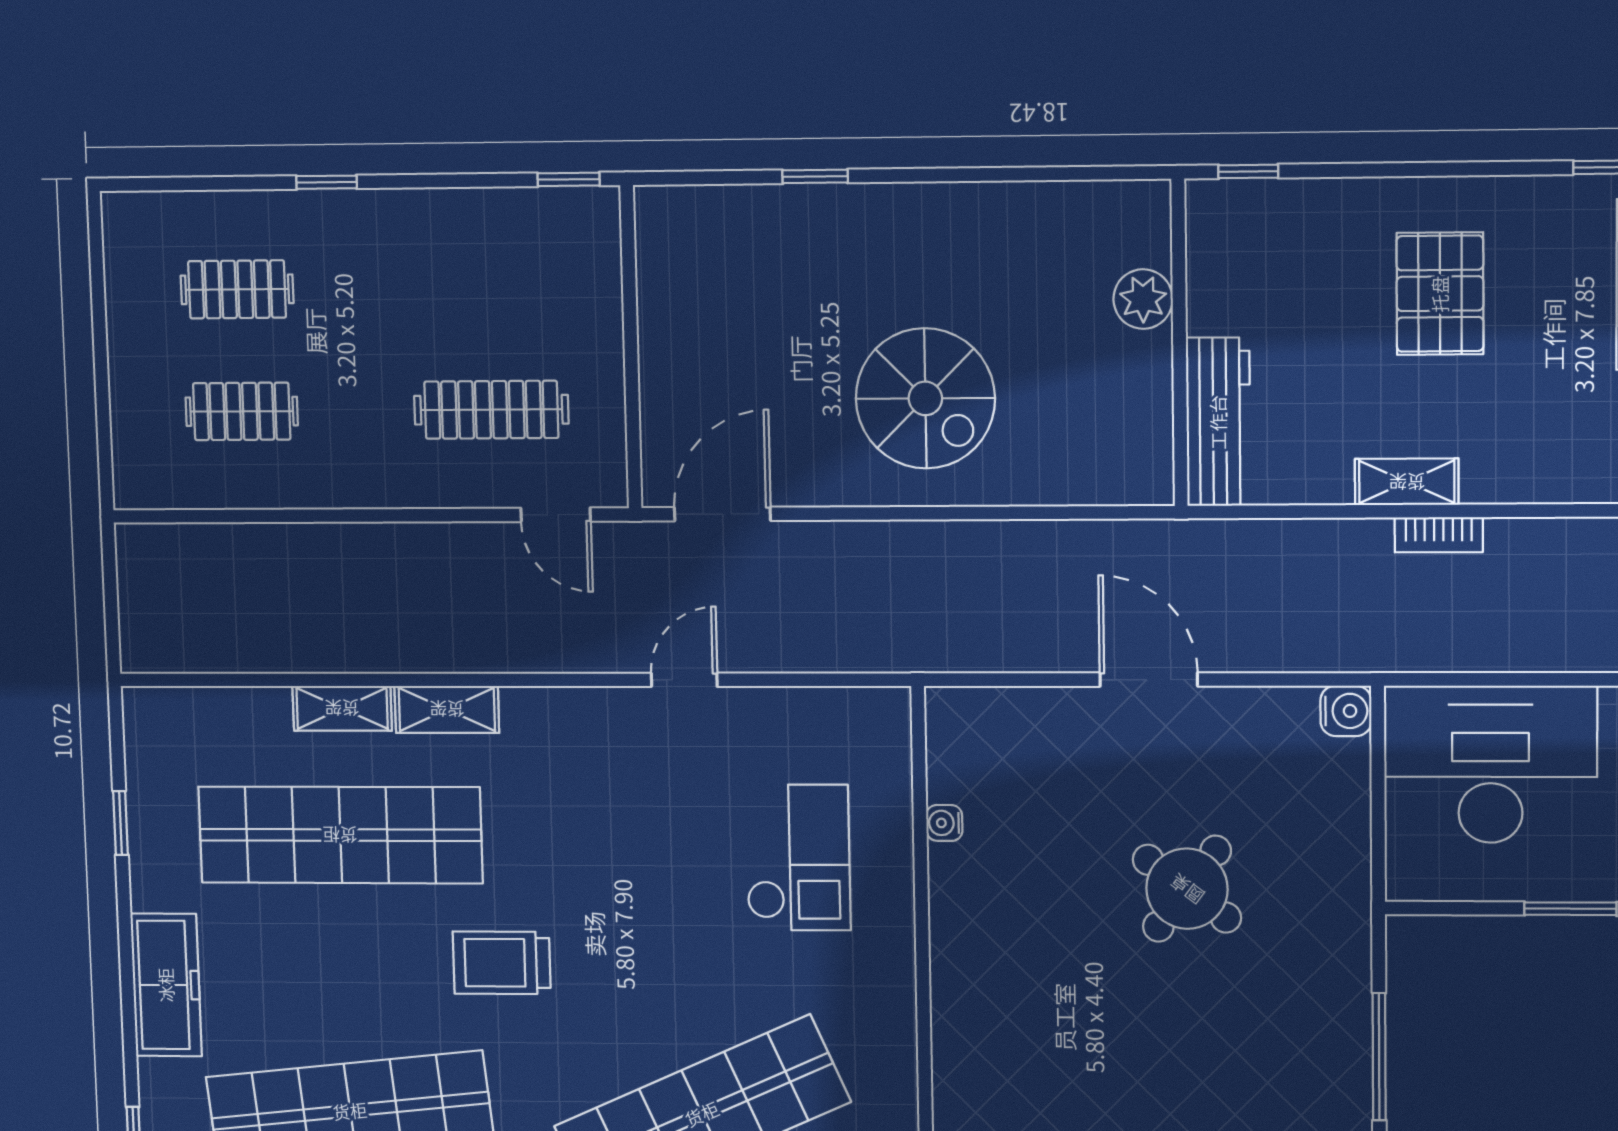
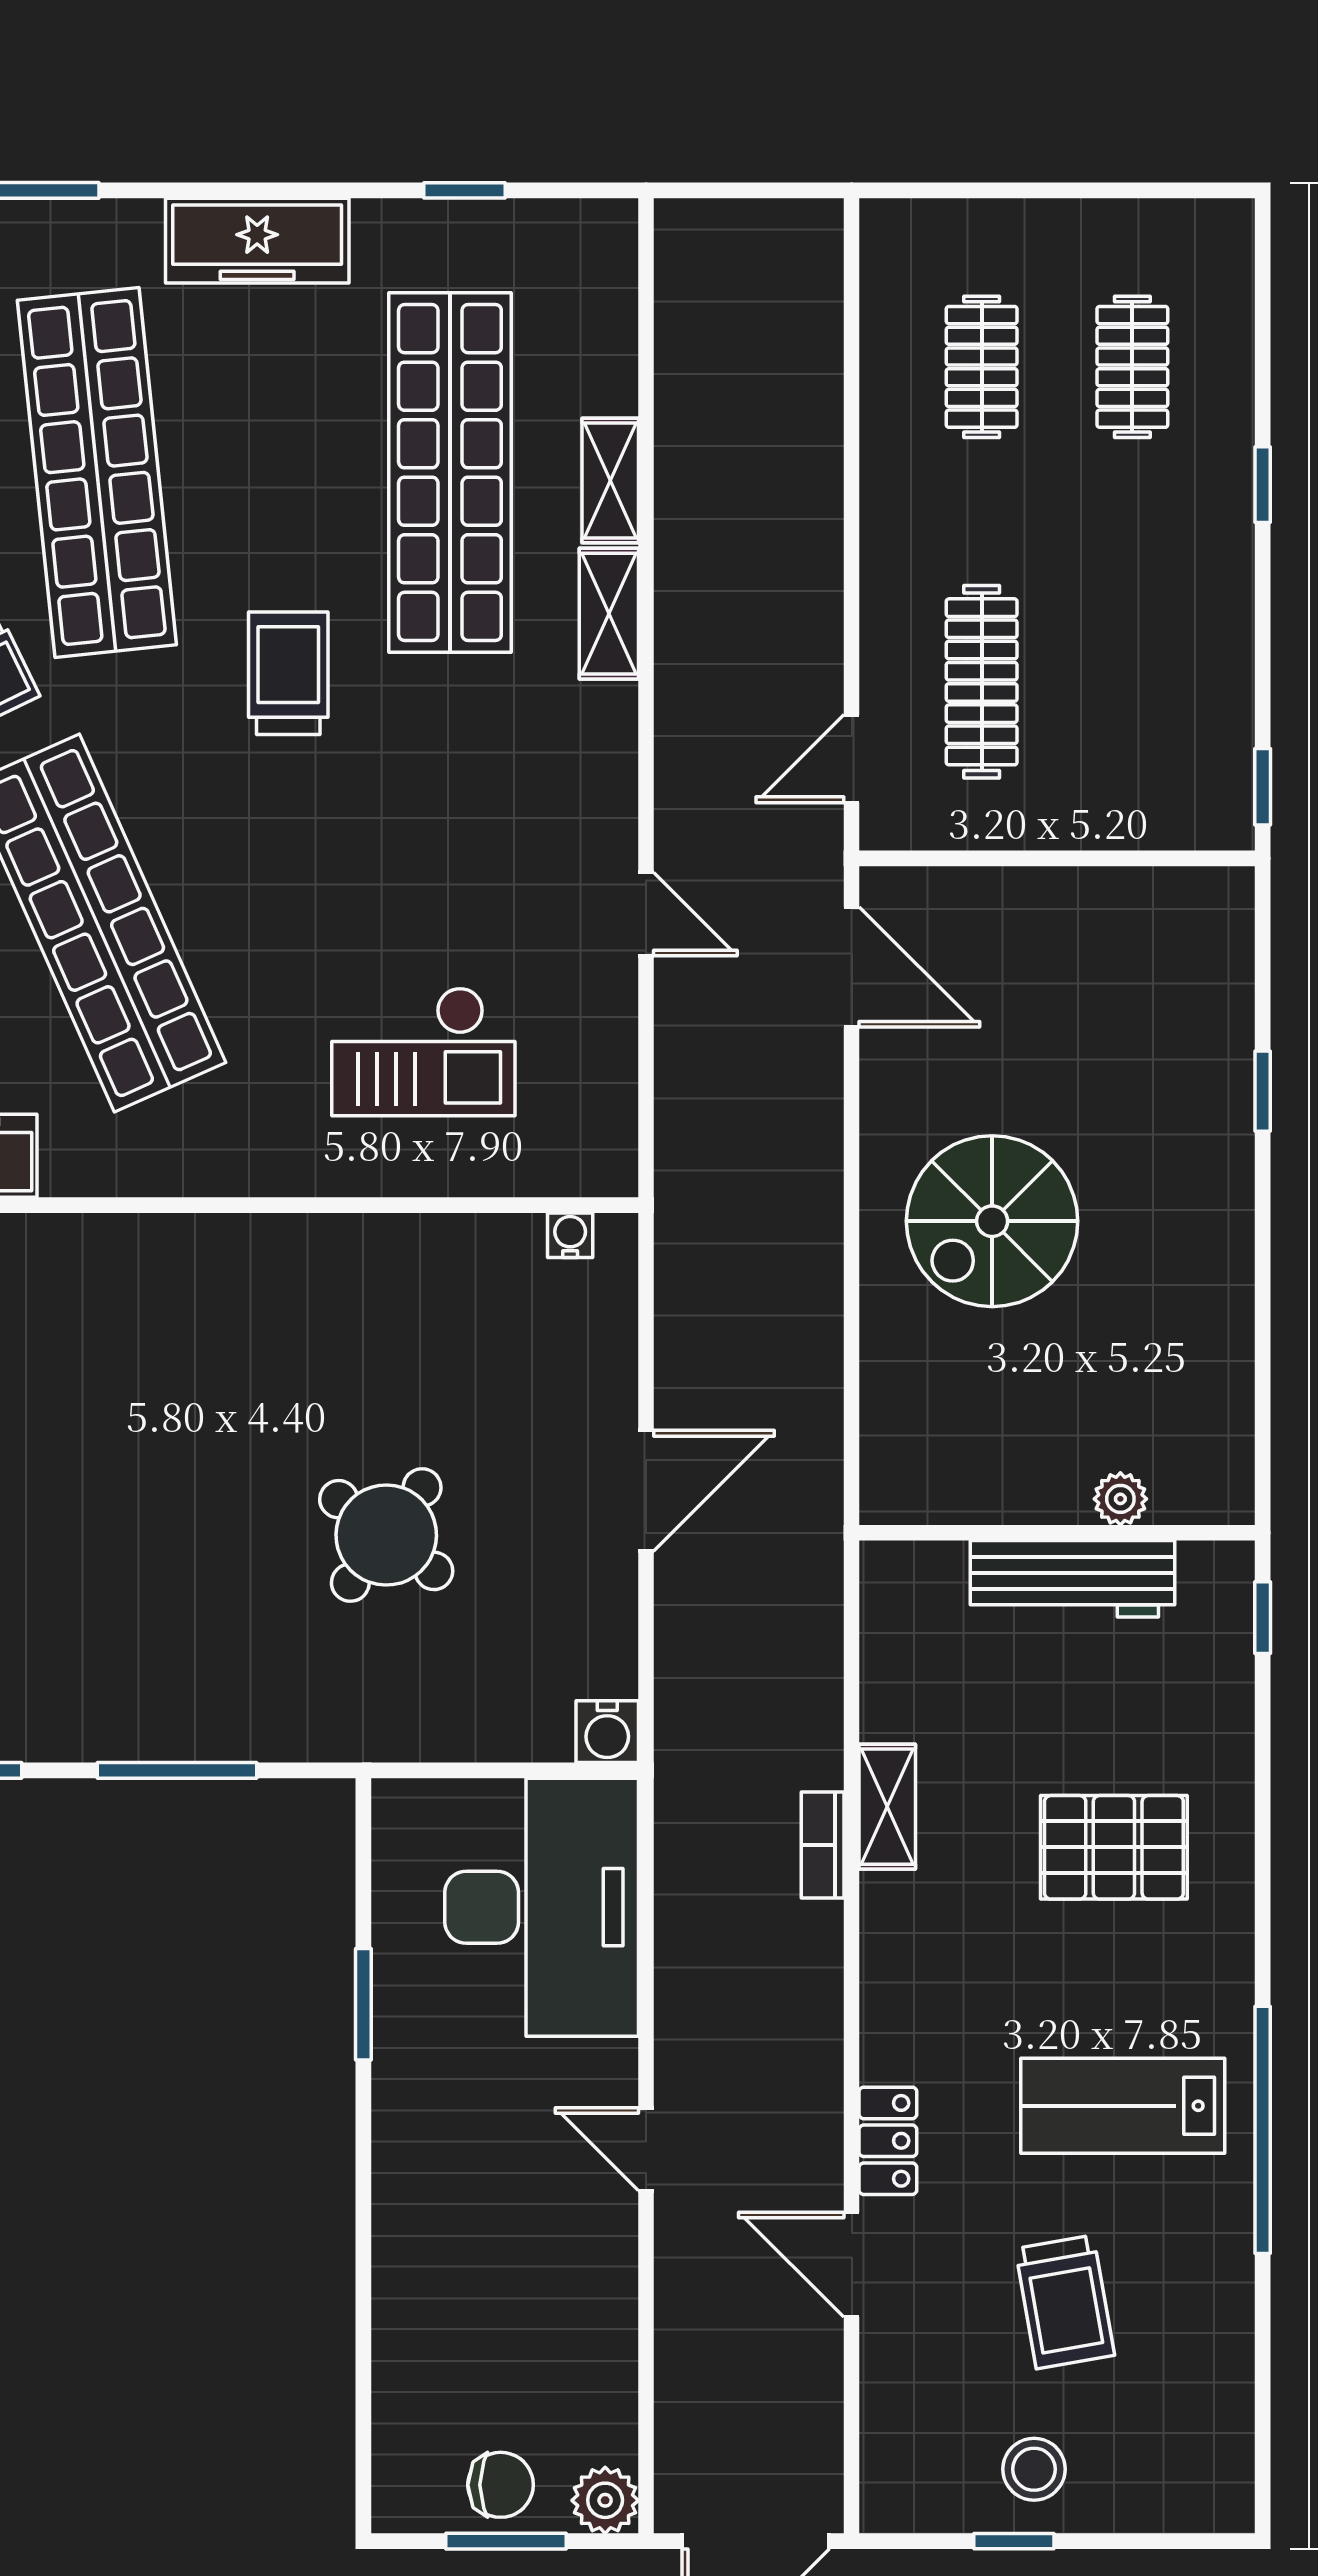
plant: (1143, 299) -> (1120, 1499), width x0.73, depth x0.73
workbench: (1218, 422) -> (1073, 1579), moved
water cooler: (944, 823) -> (570, 1235), moved

